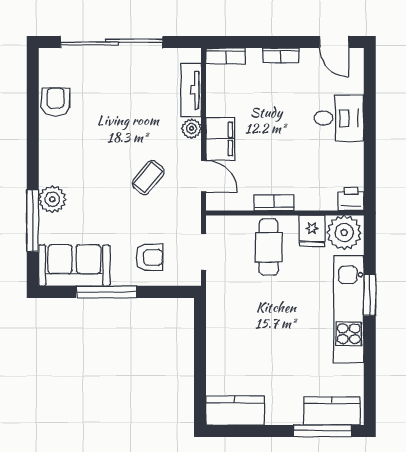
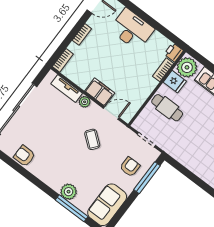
desk: (339, 118) -> (132, 29), width x1.37
bookcase: (274, 203) -> (163, 70), moved
window: (106, 292) -> (147, 178), moved

